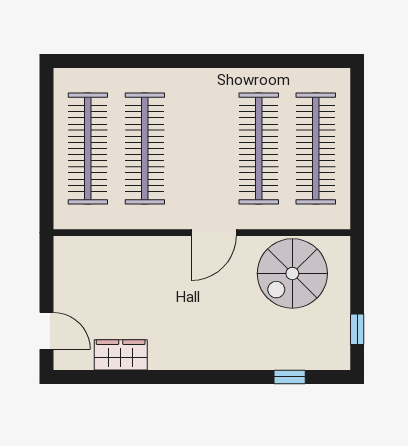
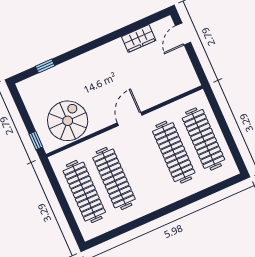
door: (214, 233) -> (130, 119), moved
window: (357, 329) -> (36, 141), moved
door: (46, 331) -> (183, 34), hinge flipped

